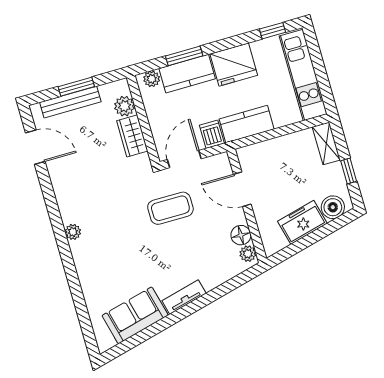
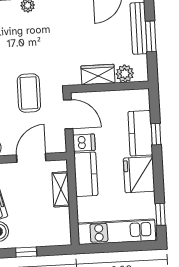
window: (184, 56) -> (156, 134), width x0.67
plant: (152, 79) -> (143, 102), removed
shelving: (326, 143) -> (61, 189), moved, turned 90

